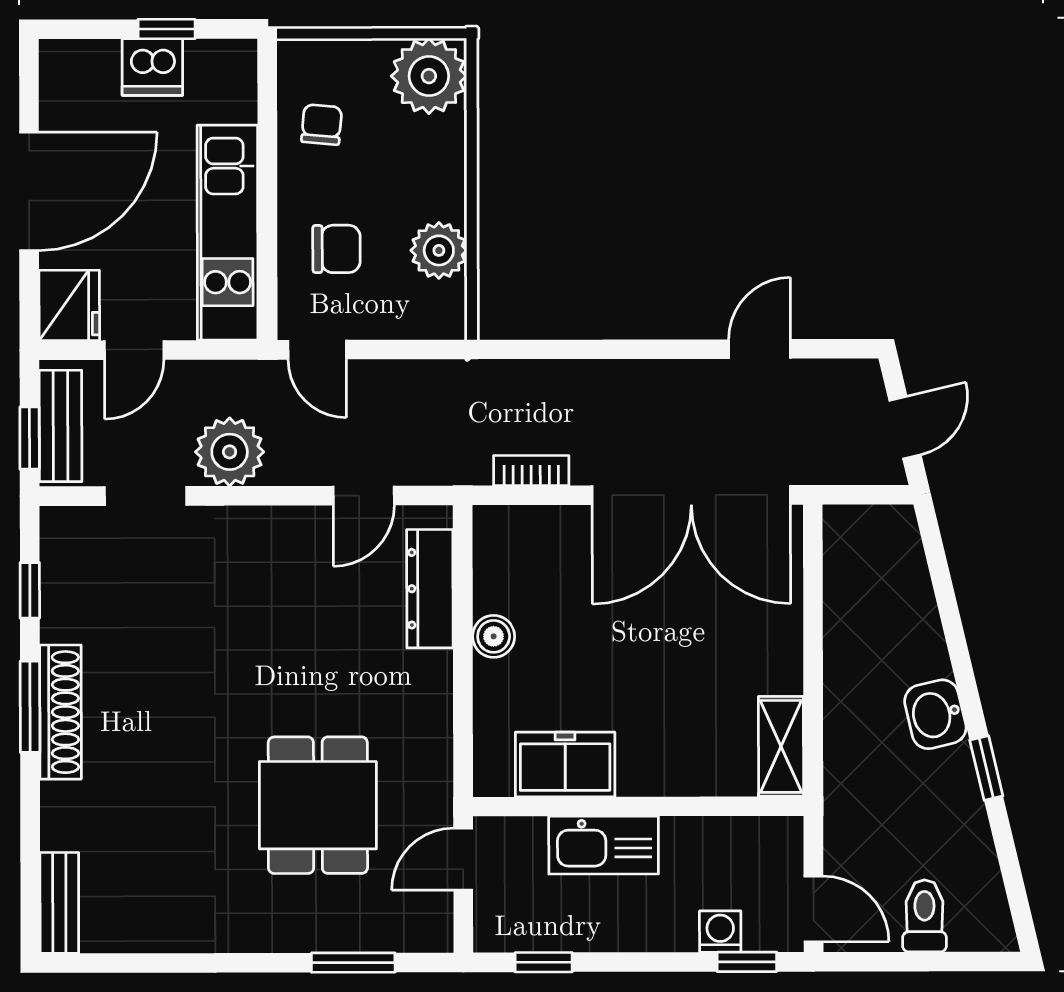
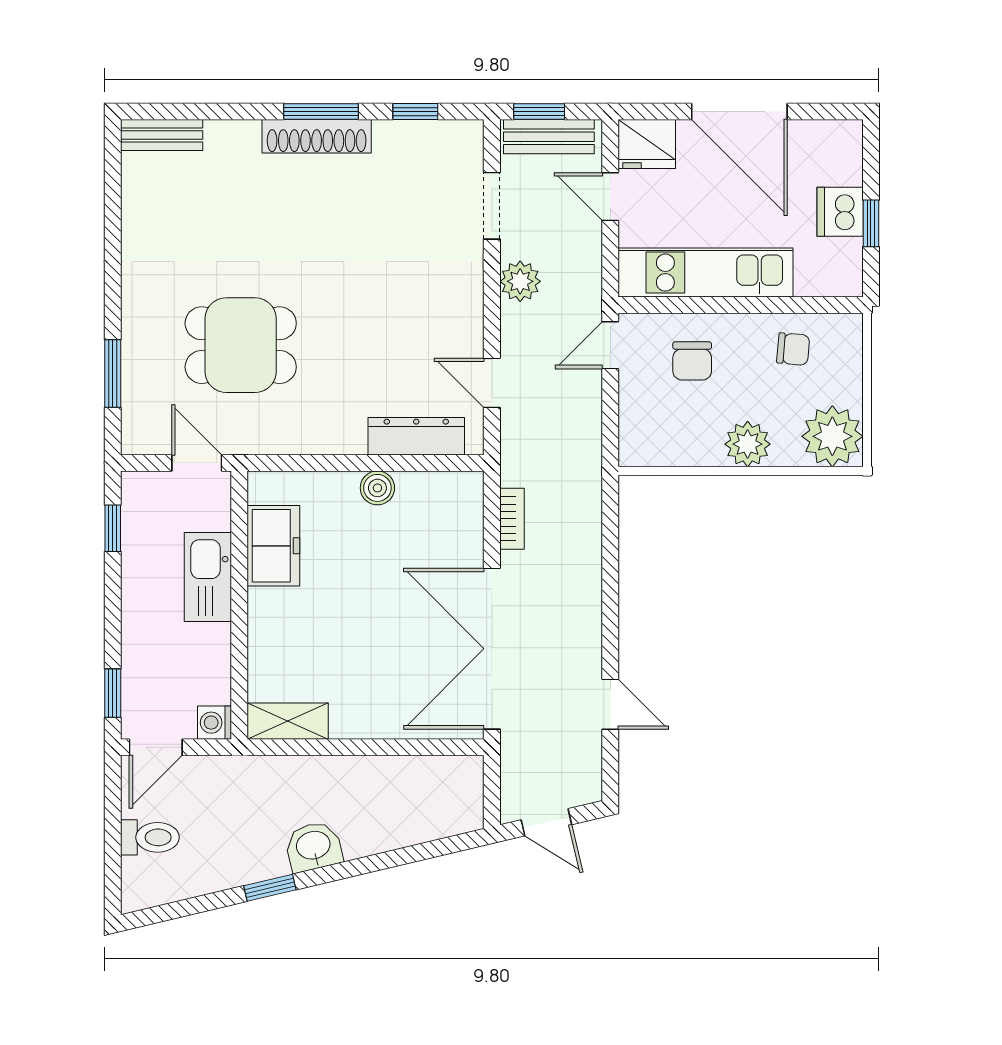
plant: (439, 250) -> (748, 444), moved
plant: (230, 452) -> (520, 281), width x0.73, depth x0.73
washing machine: (720, 932) -> (214, 723), moved, turned 180

